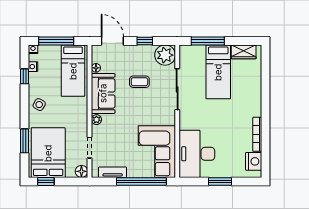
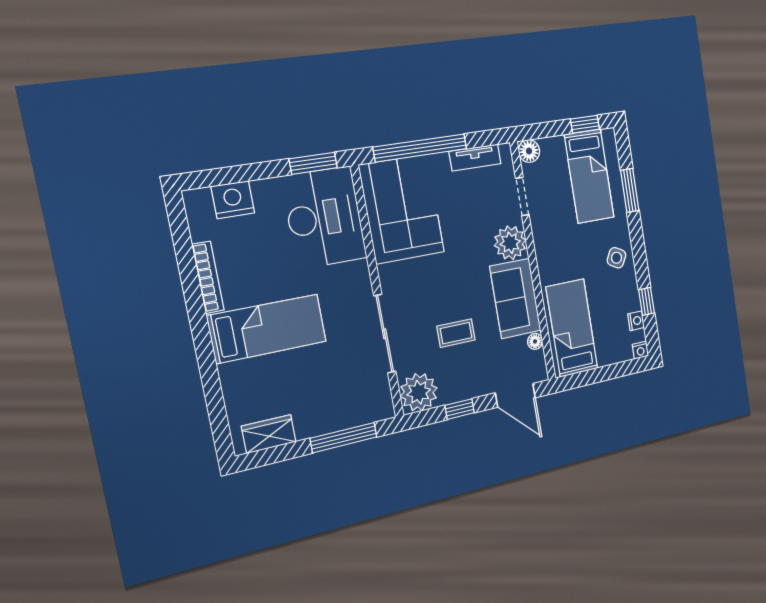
window: (56, 41) -> (607, 373), removed
bed: (218, 72) -> (267, 329), moved, turned 90
plant: (96, 120) -> (510, 243), width x1.87, depth x1.87
bed: (48, 153) -> (589, 176), width x0.67
nightstand: (254, 161) -> (233, 200), moved, turned 90
window: (220, 181) -> (313, 163), moved

